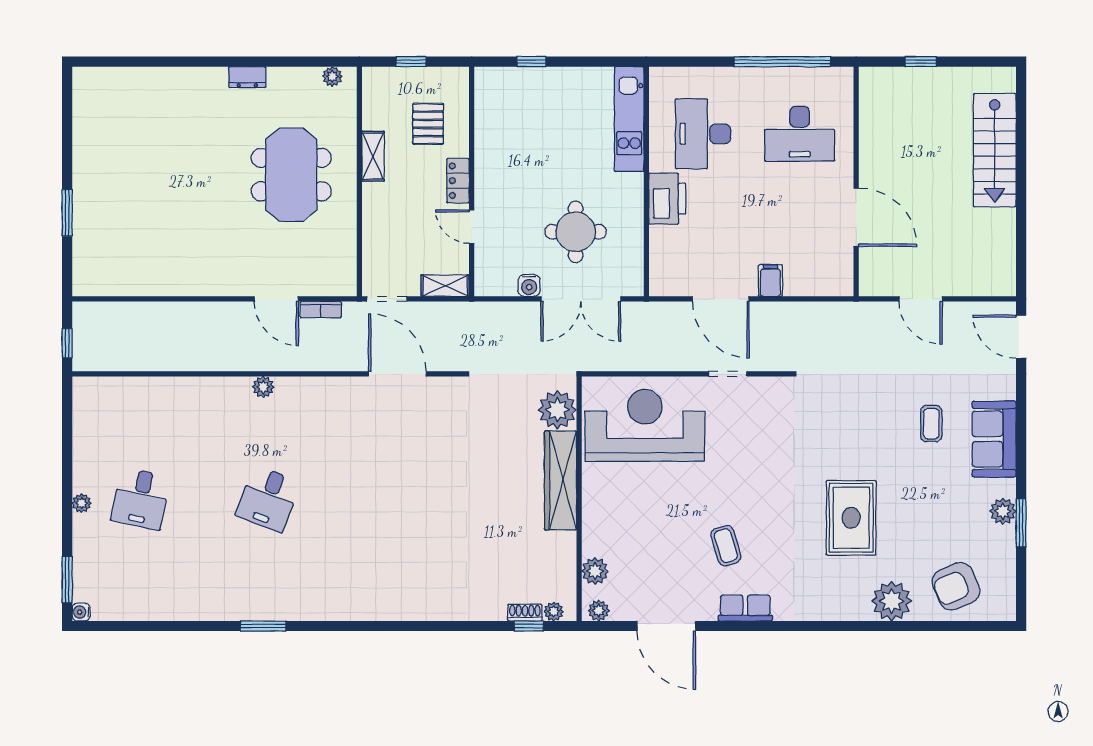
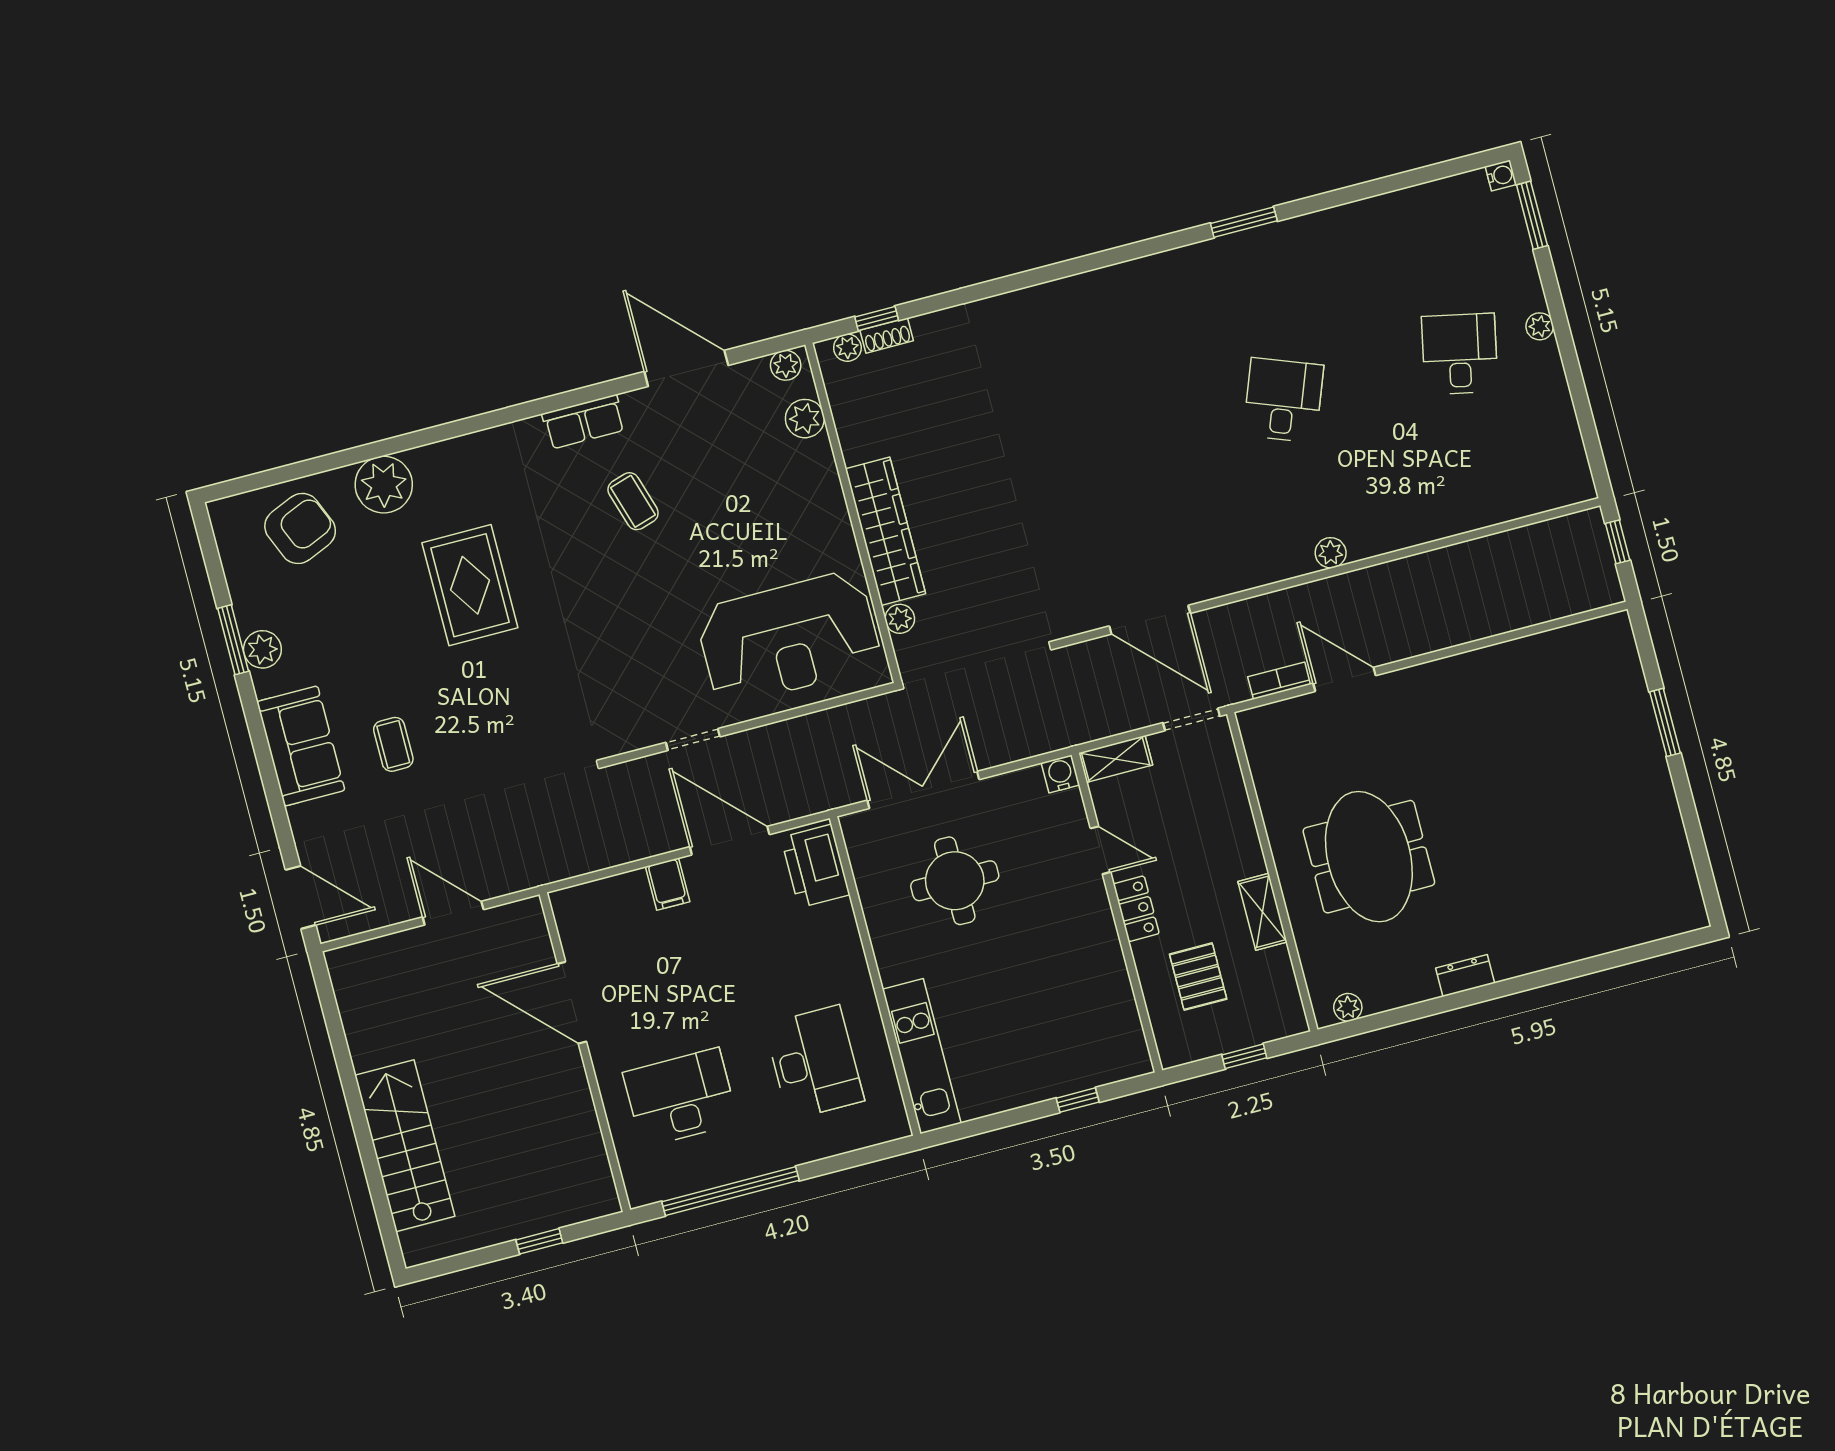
printer: (667, 199) -> (815, 866), moved
water cooler: (529, 285) -> (1060, 774), moved
plant: (557, 410) -> (900, 619), width x0.53, depth x0.53

